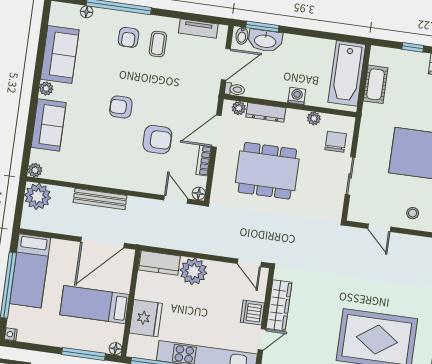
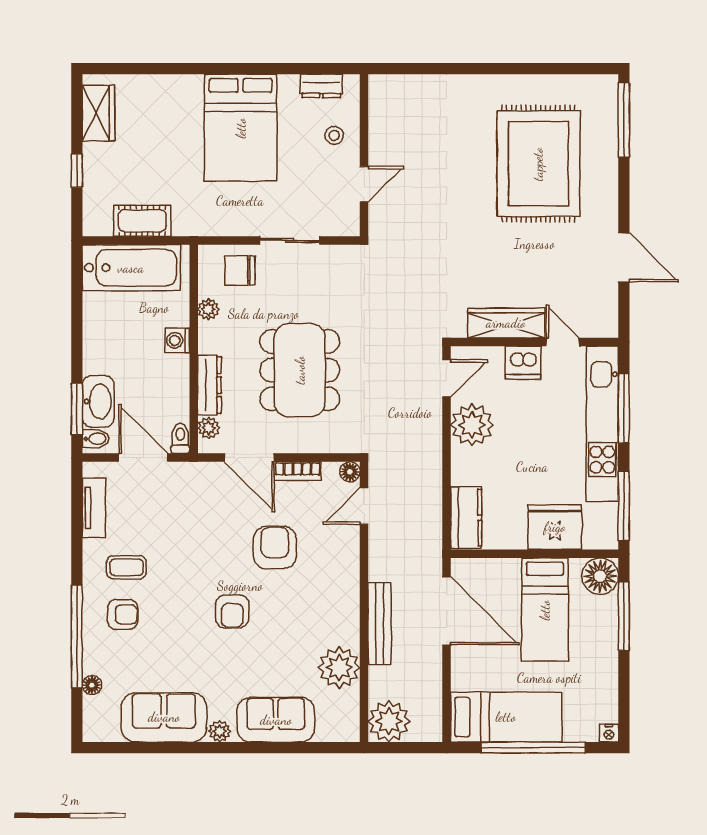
plant: (35, 170) -> (339, 668), moved, width x1.87, depth x1.87
plant: (193, 271) -> (472, 425), moved
floor lamp: (115, 349) -> (600, 576), width x1.89, depth x1.89

